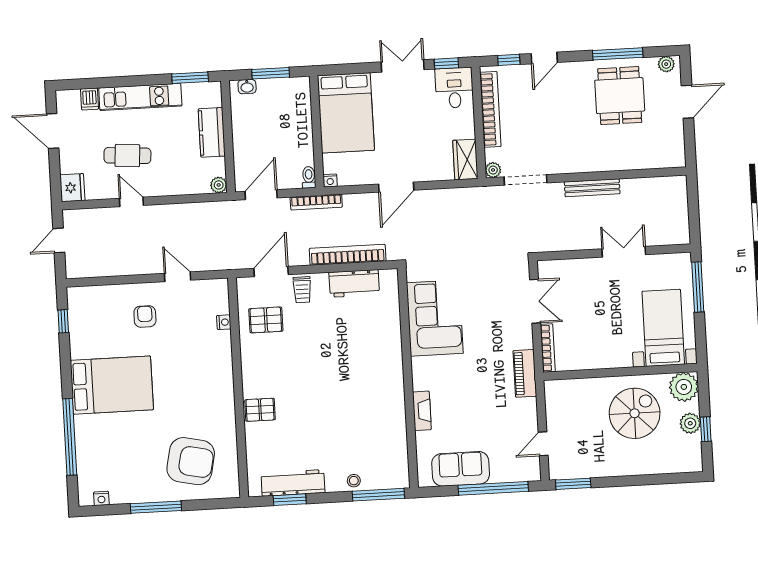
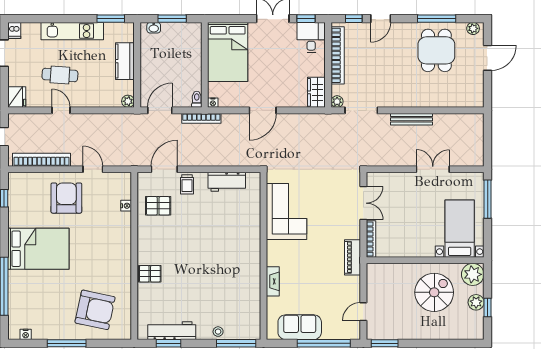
dishwasher: (89, 99) -> (14, 30), moved
bookcase: (348, 255) -> (42, 160), moved
armchair: (145, 316) -> (66, 198), width x1.88, depth x1.88

